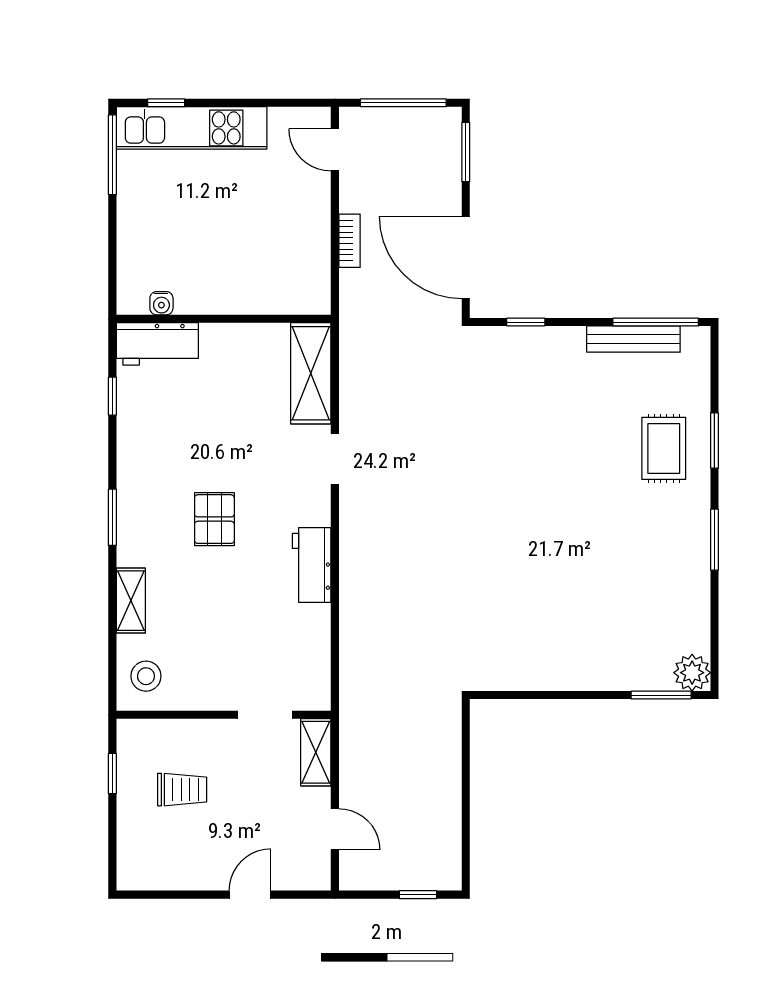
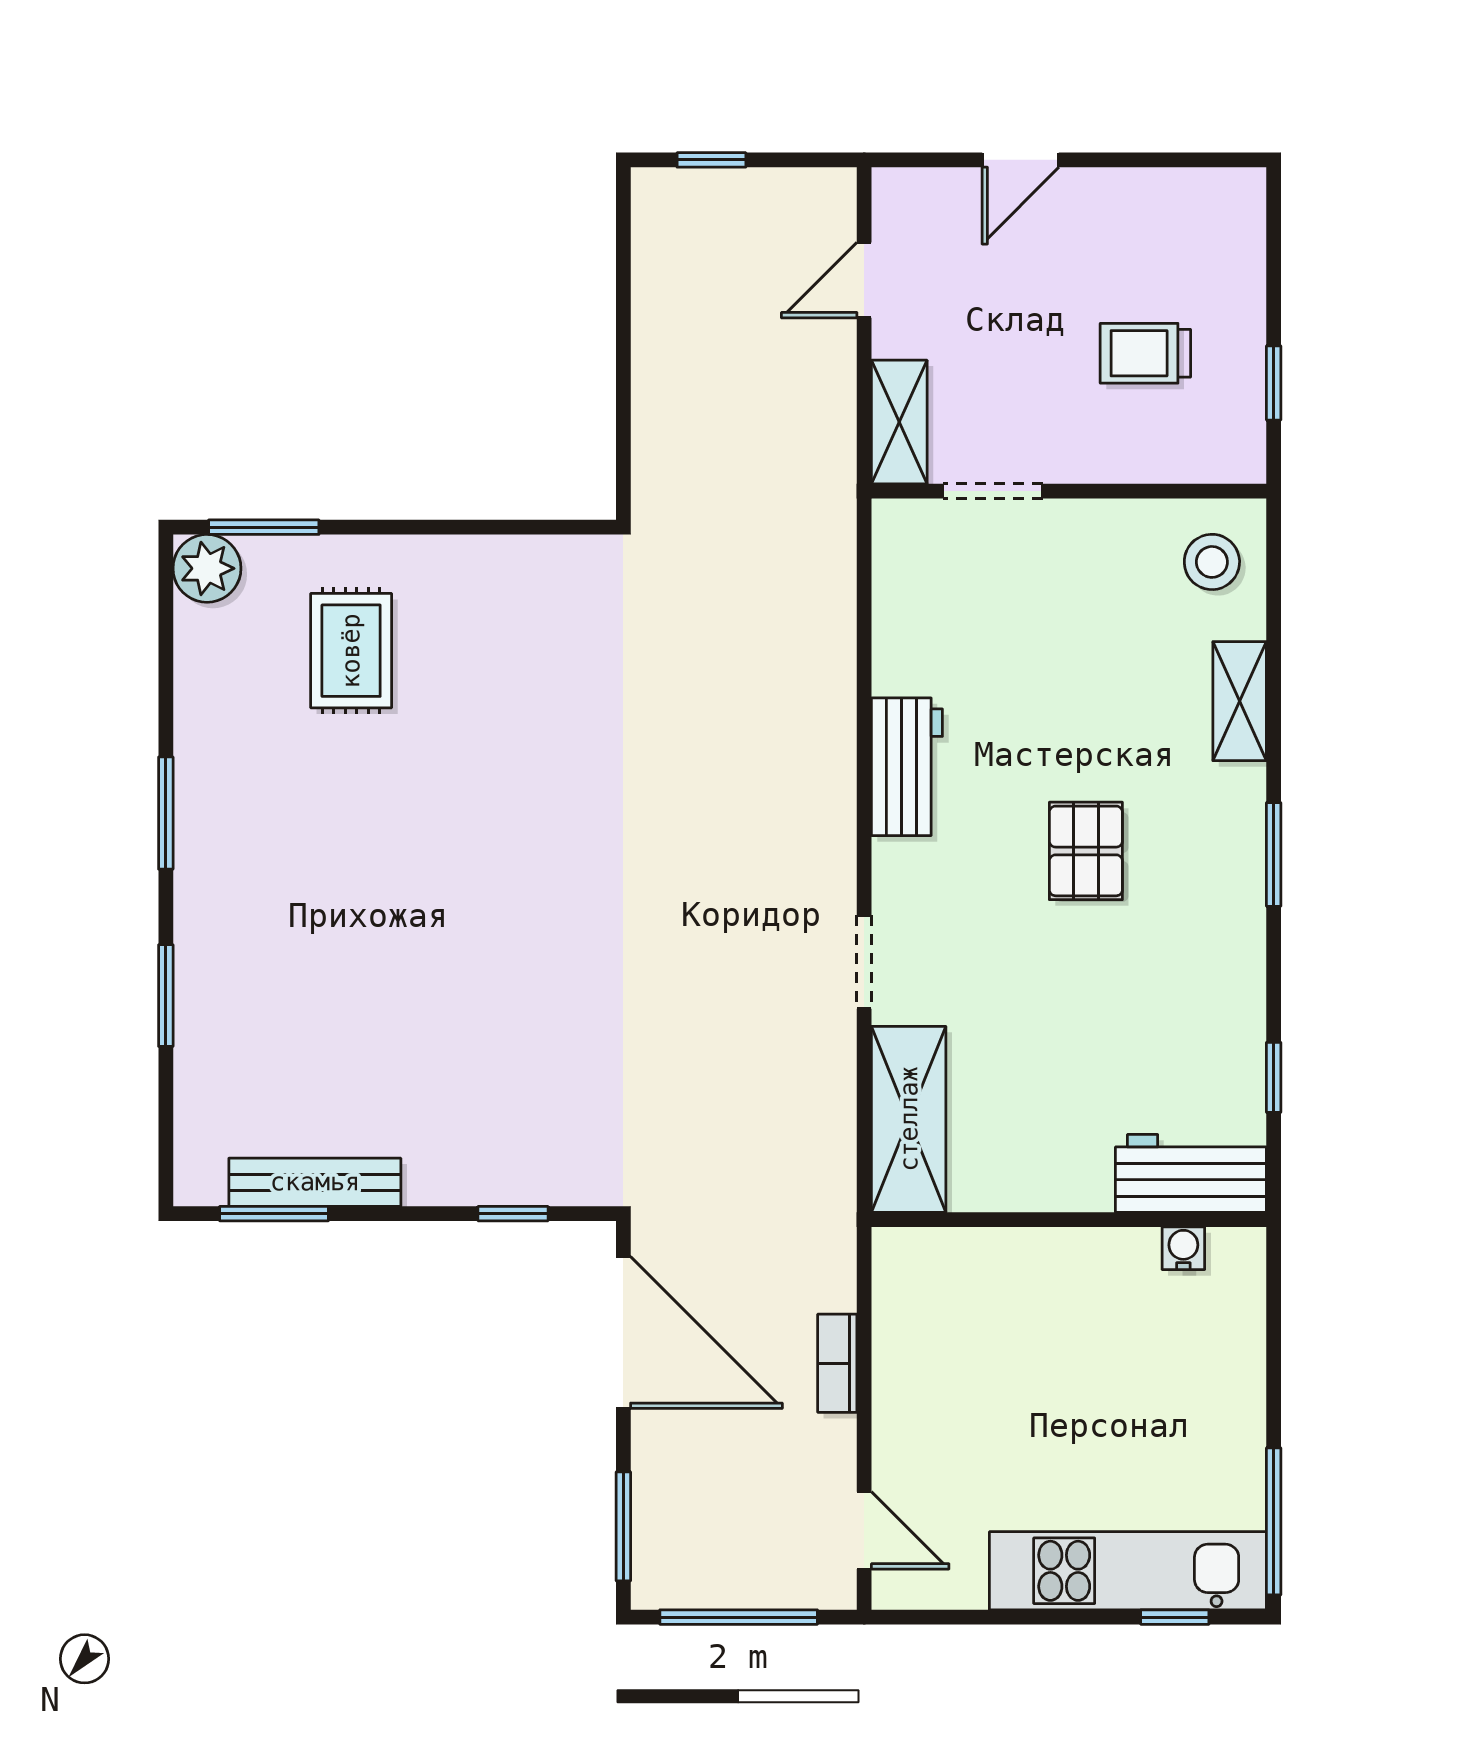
window: (656, 322) -> (274, 1214), width x0.69
rug: (664, 448) -> (351, 651), moved
door: (335, 829) -> (864, 280), hinge flipped

